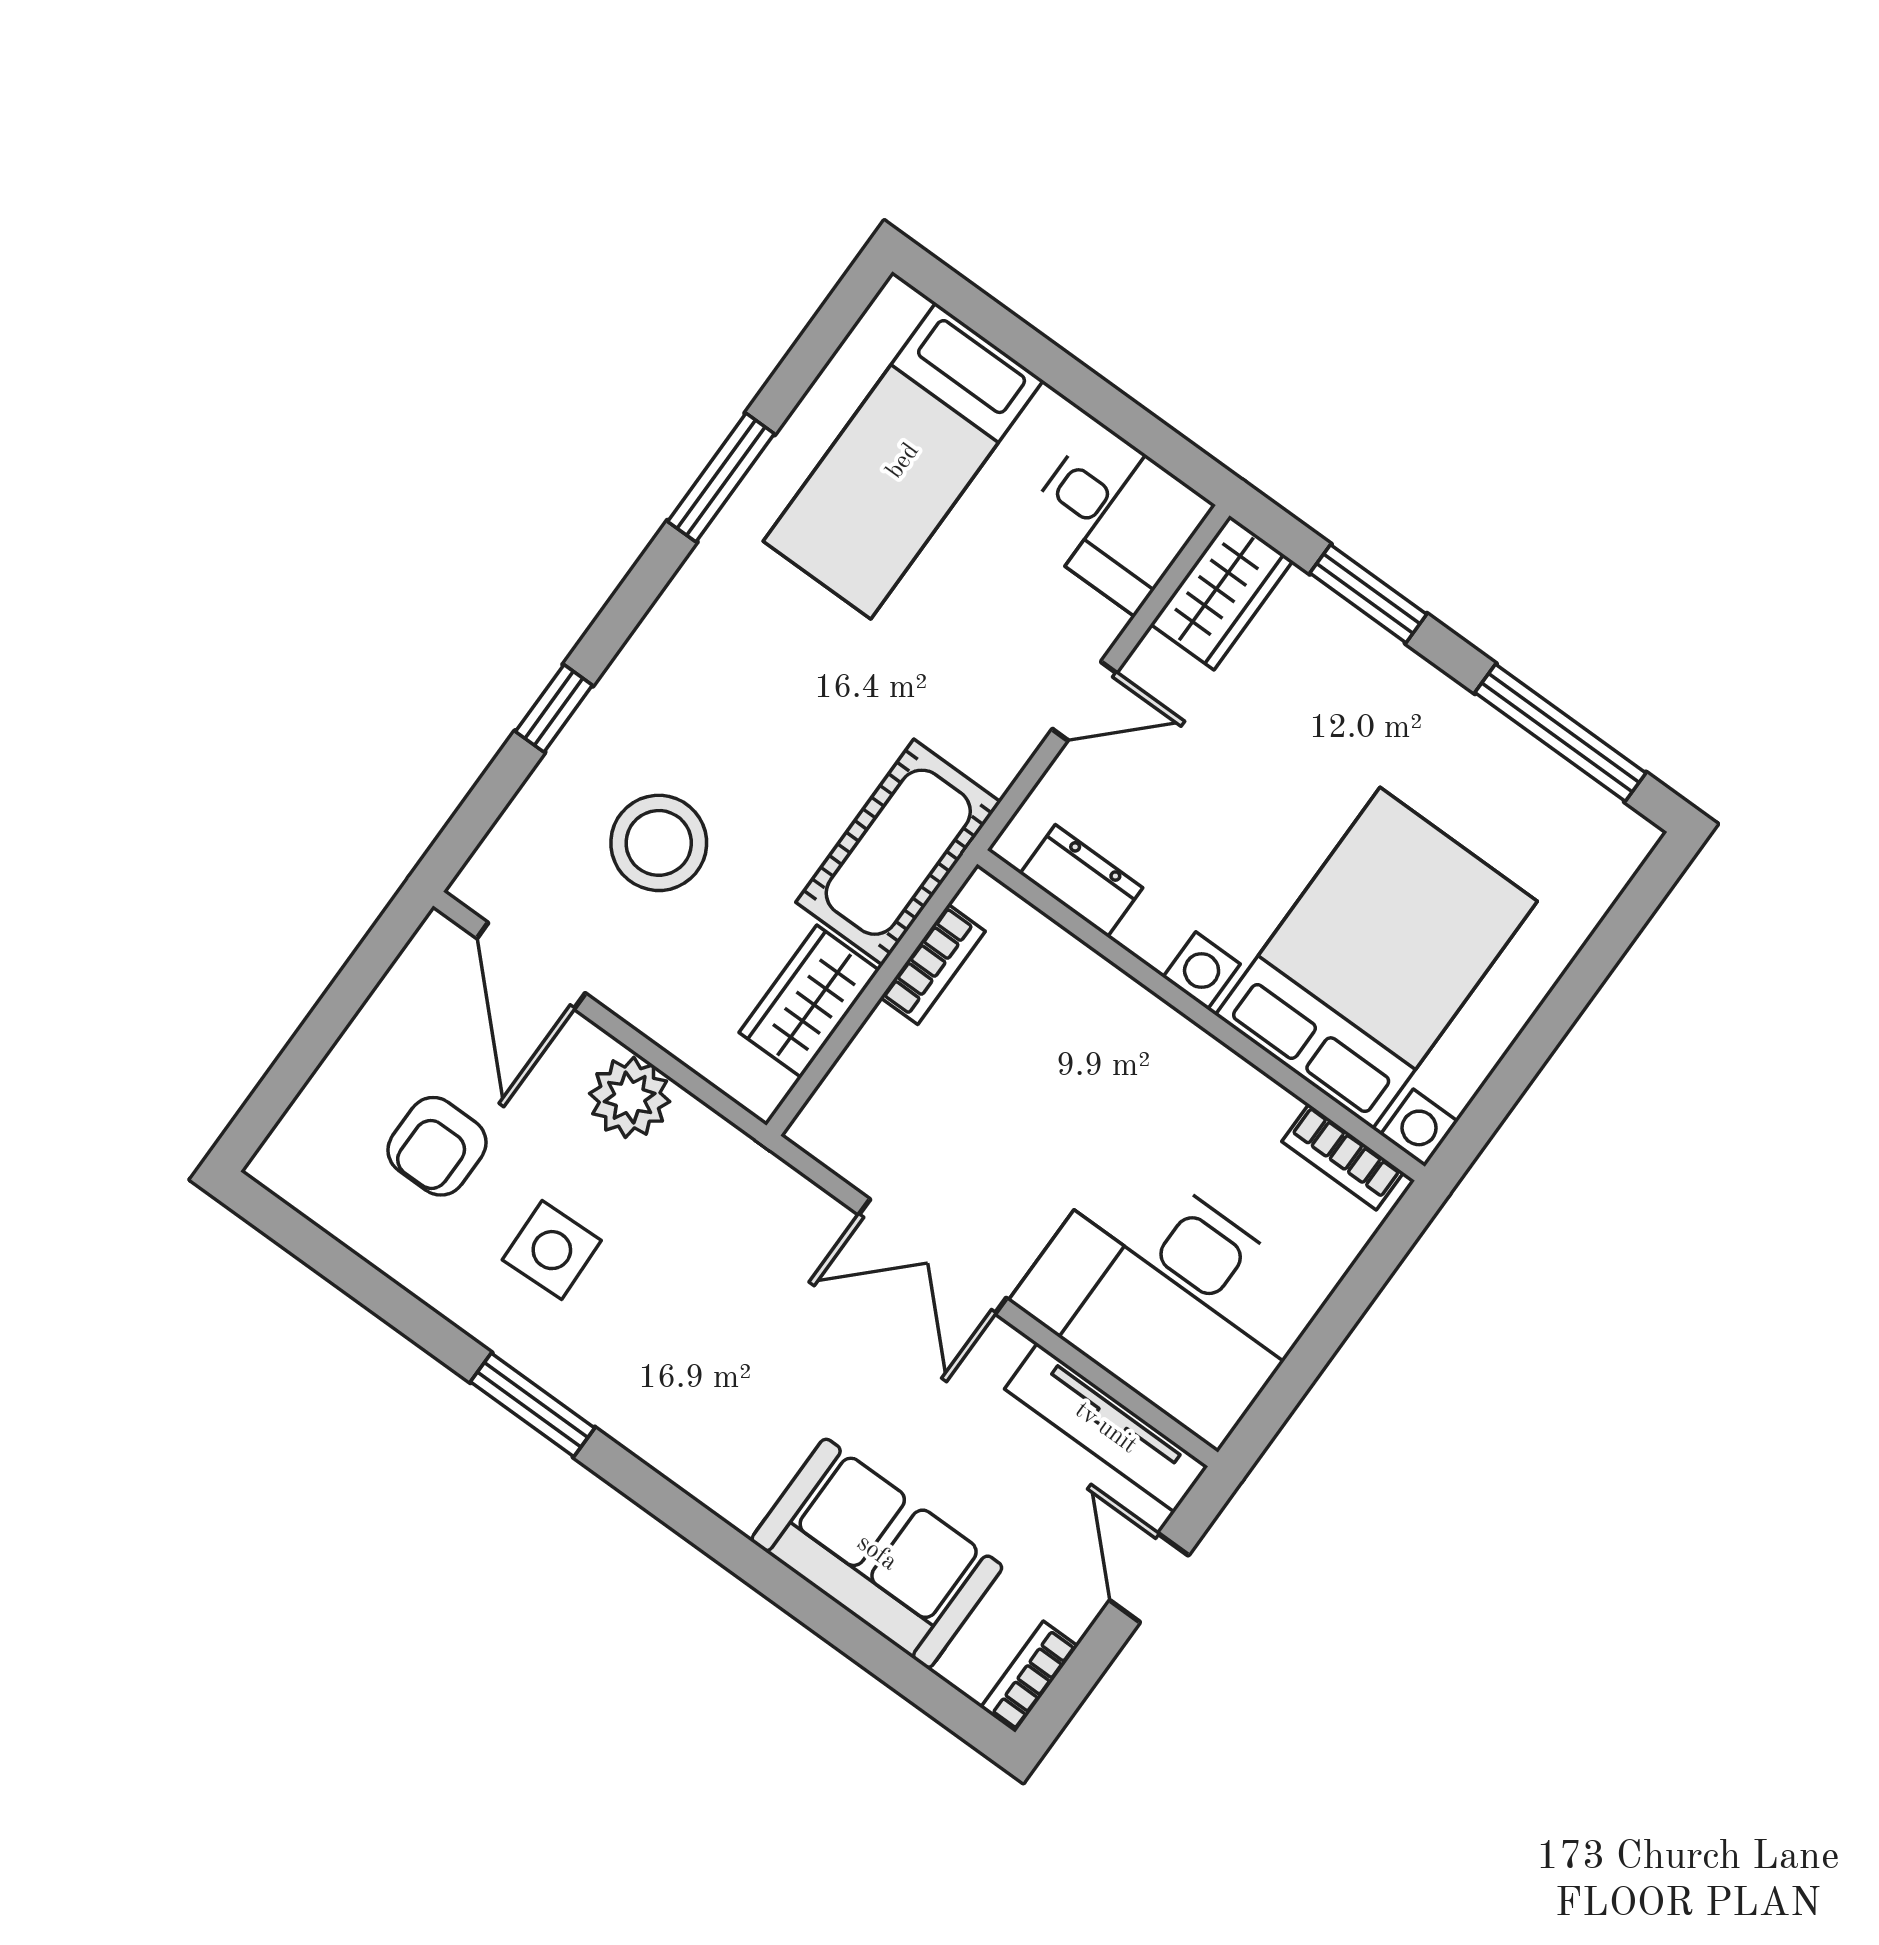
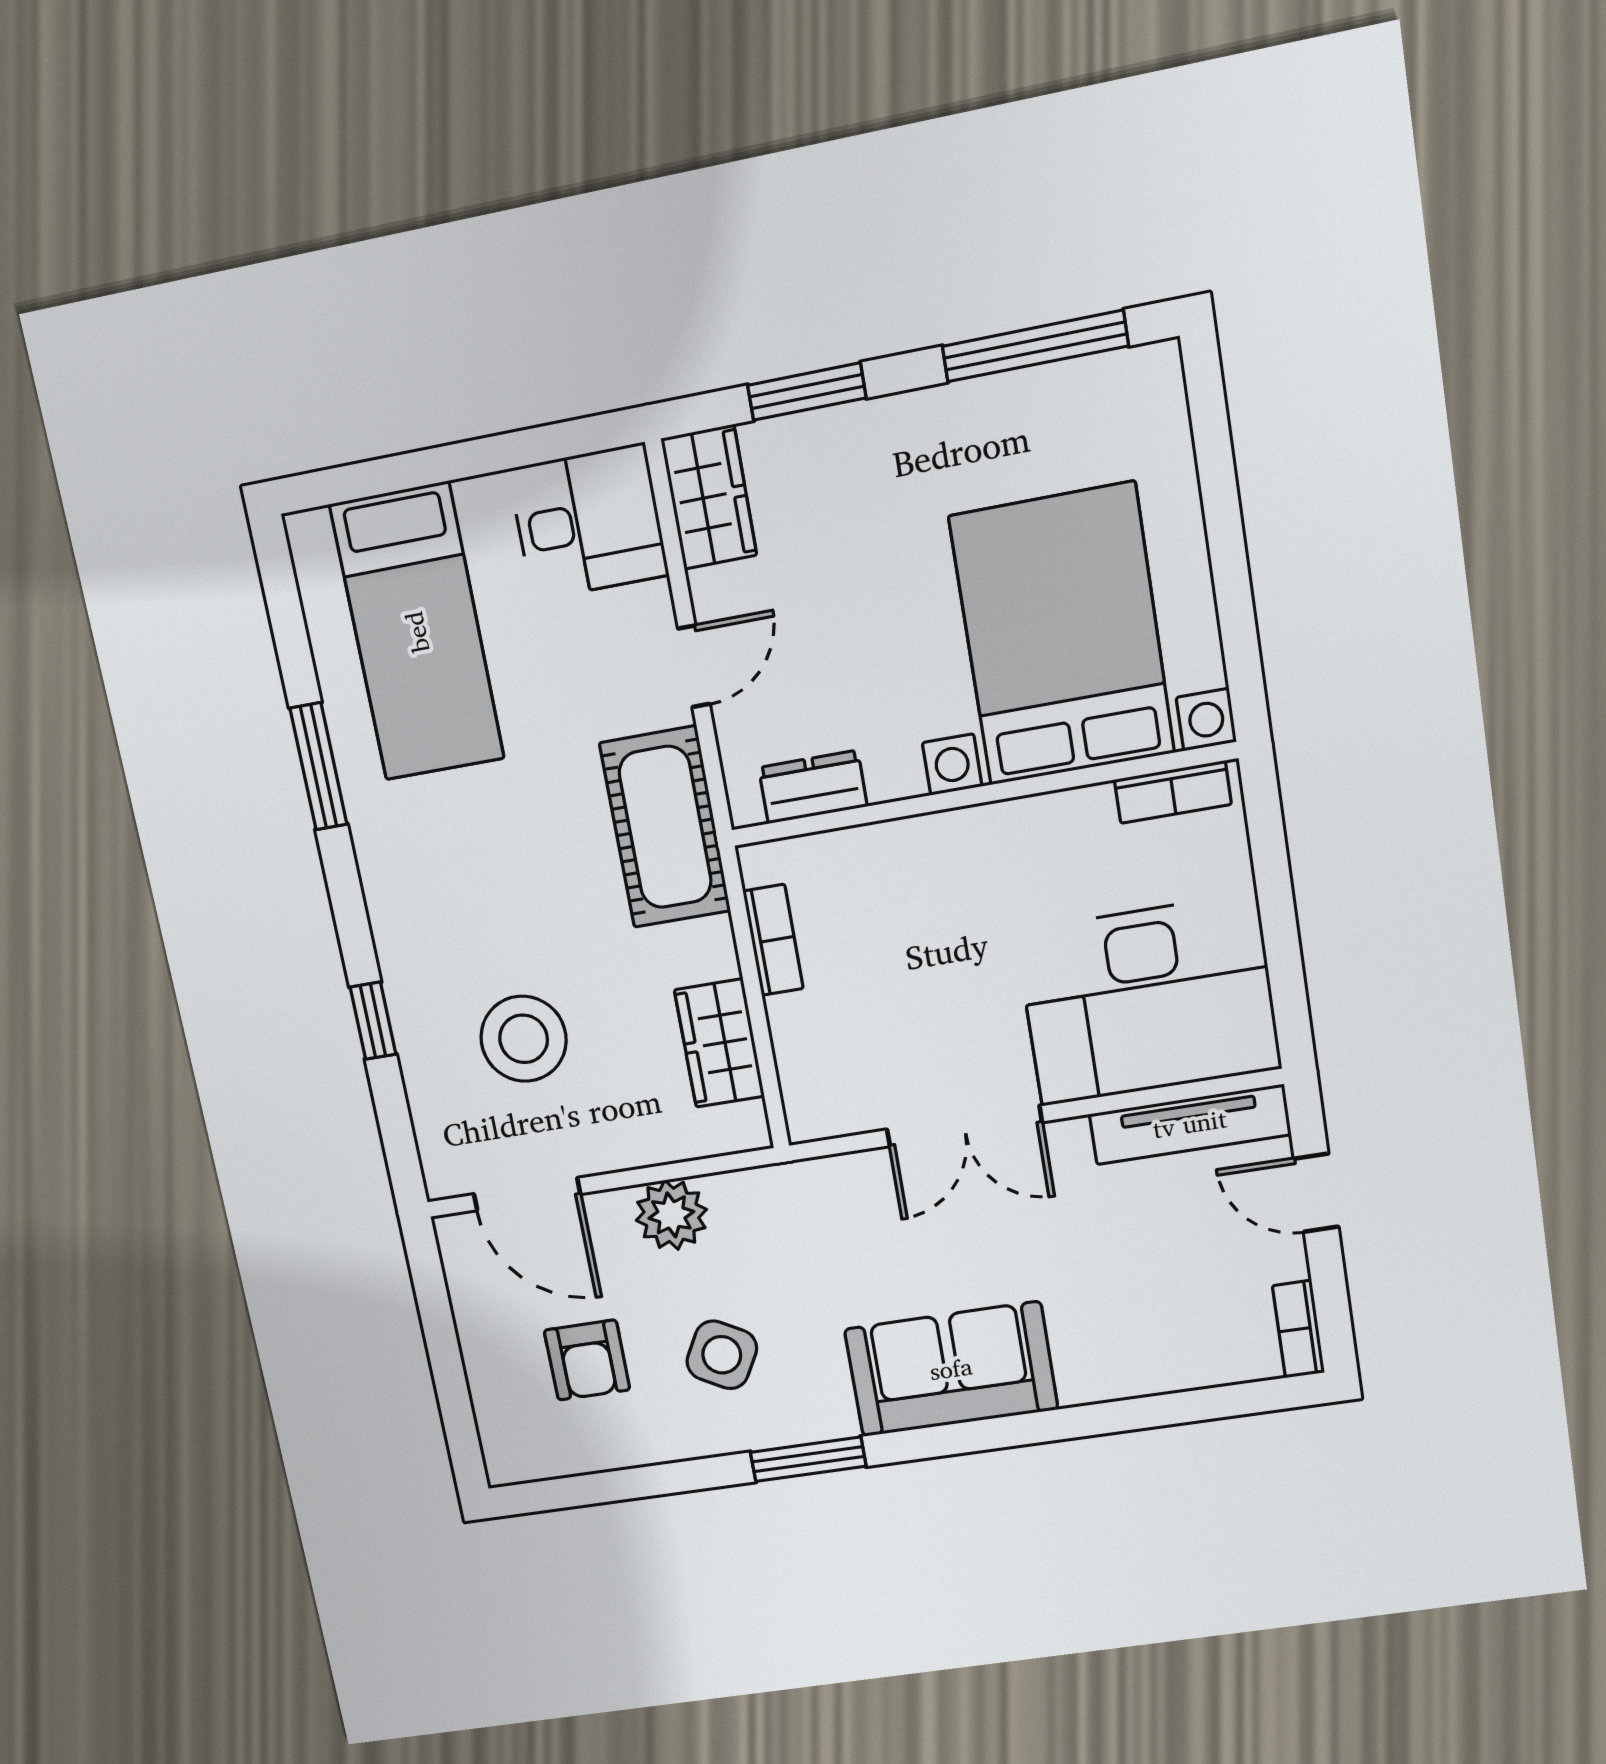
cot: (898, 852) -> (665, 827), moved
side table: (552, 1250) -> (722, 1355), turned 31
sofa: (877, 1553) -> (951, 1369), moved

